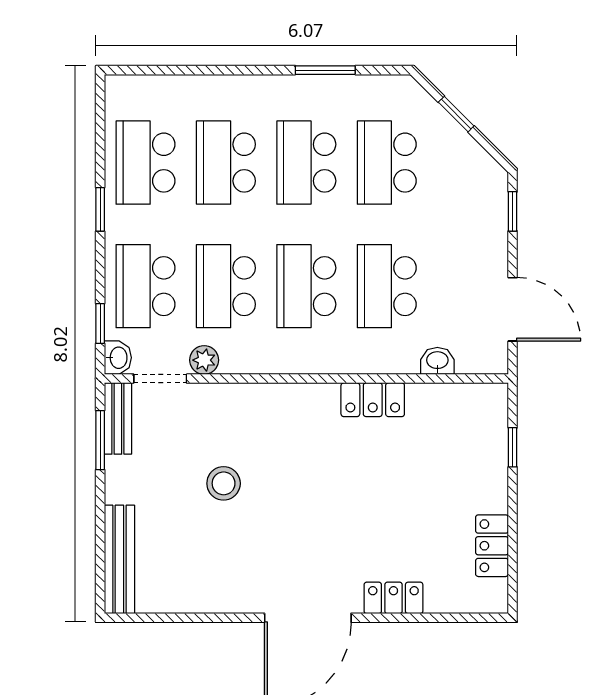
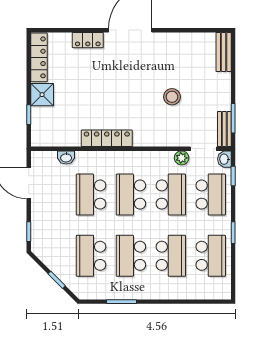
school desk: (306, 163) -> (131, 256), turned 180
school desk: (387, 163) -> (91, 256), turned 180
school desk: (306, 286) -> (131, 195), turned 180
school desk: (387, 286) -> (91, 195), turned 180
locker: (373, 400) -> (107, 138), width x1.53
shower: (486, 488) -> (42, 95), added
locker: (492, 546) -> (39, 57), width x1.53
bench: (119, 559) -> (224, 52), width x0.73

